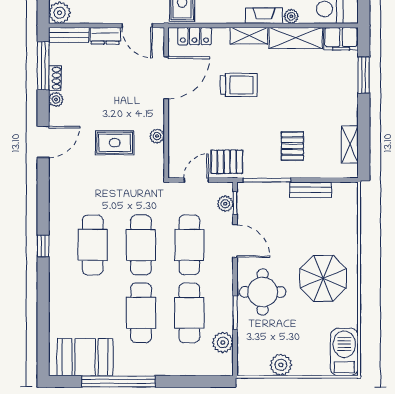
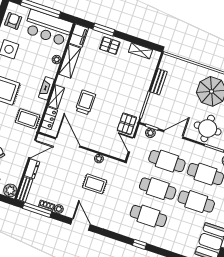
fireplace: (264, 16) -> (46, 88), moved
shelving: (249, 36) -> (56, 97), moved
rug: (115, 143) -> (95, 184), turned 90
pallet: (292, 146) -> (110, 46), moved

